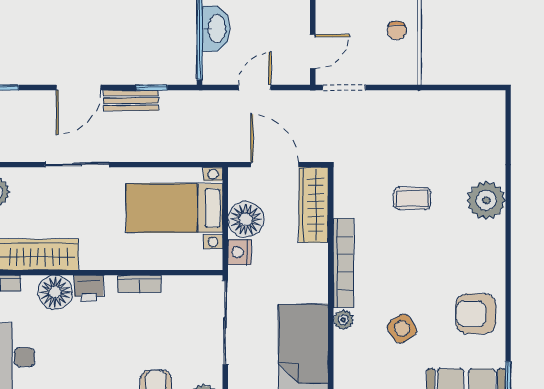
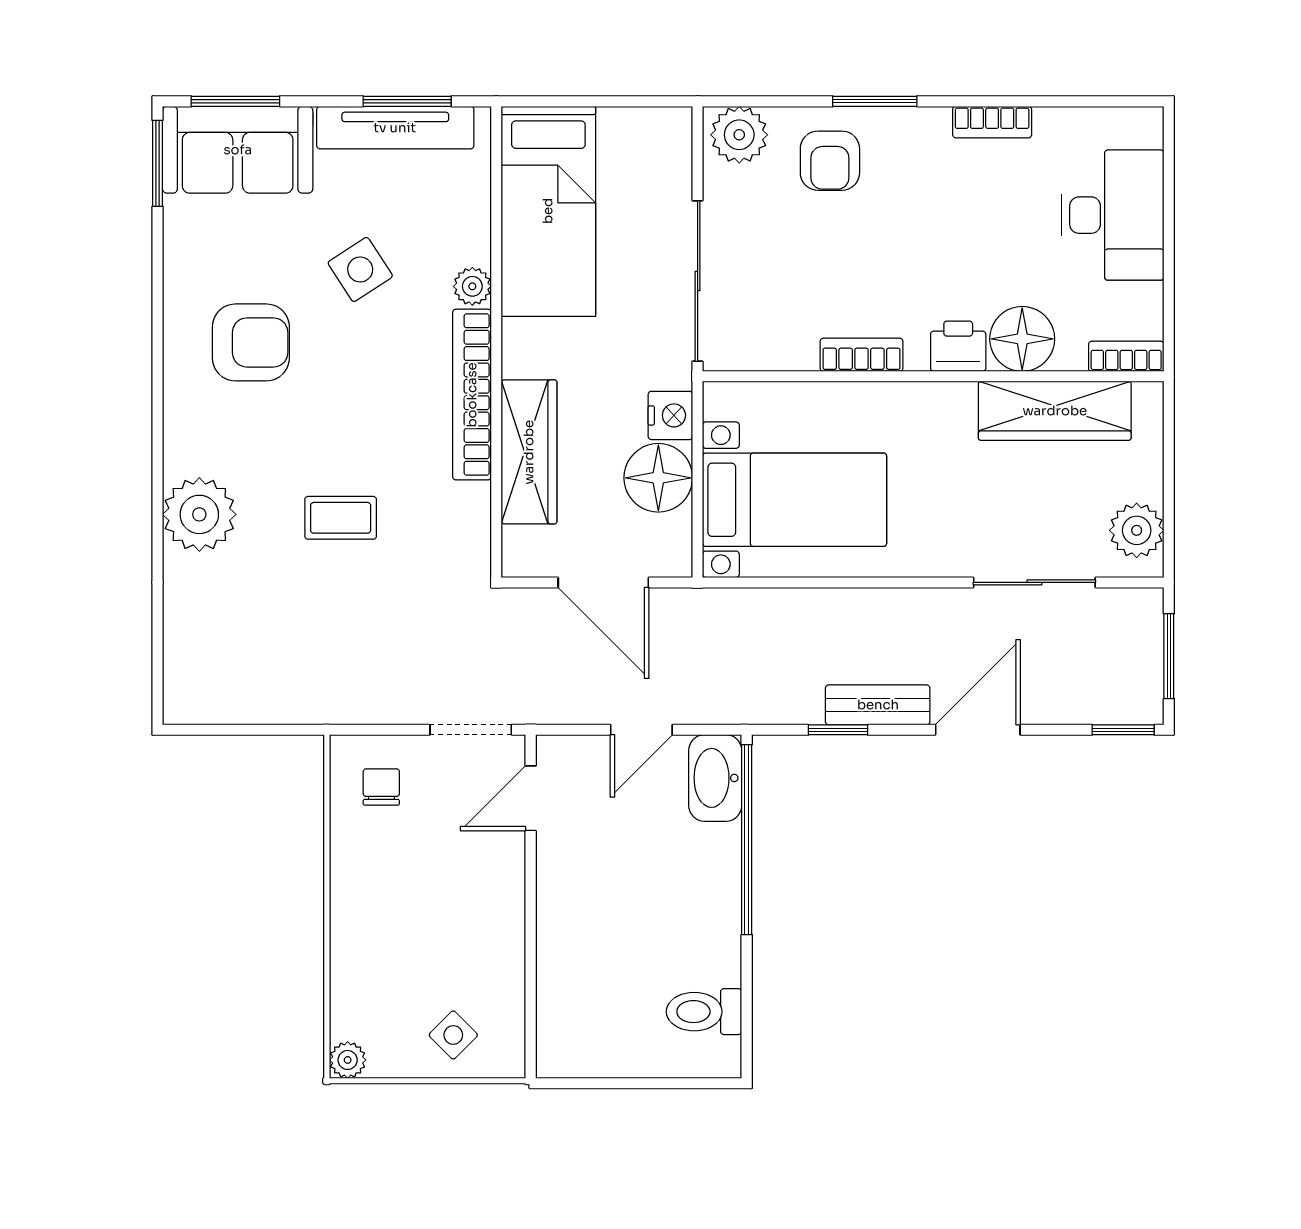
washbasin: (216, 29) -> (715, 778), moved
chair: (397, 30) -> (381, 787), moved
sliding door: (77, 165) -> (1034, 582), moved
wardrobe: (314, 205) -> (529, 452), moved
armchair: (476, 314) -> (251, 342), moved

